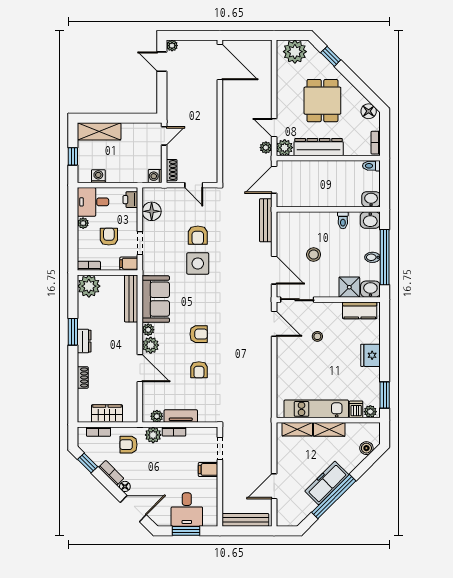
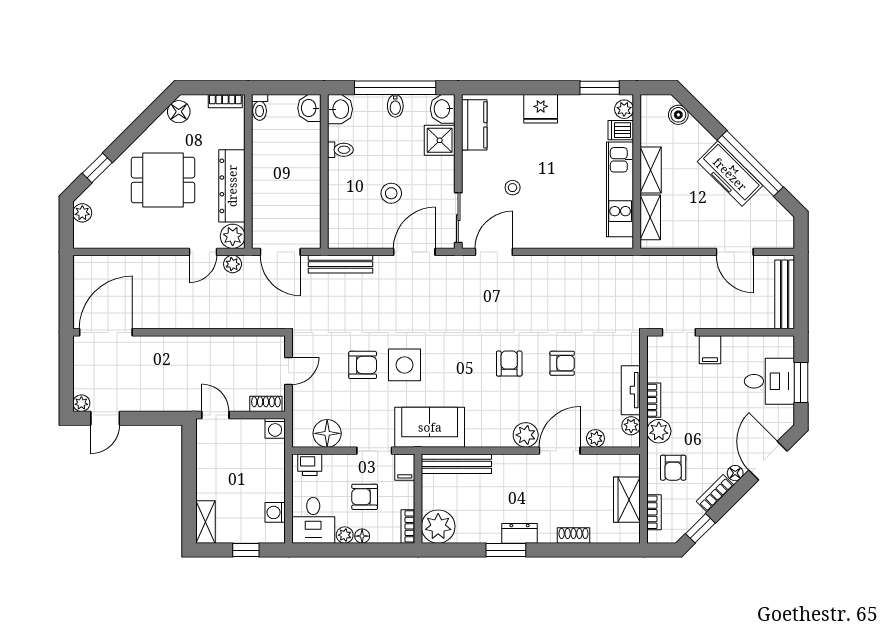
plant: (295, 52) -> (82, 213), width x0.53, depth x0.53
shelving: (99, 131) -> (205, 522), width x0.67, depth x0.75
floor lamp: (82, 235) -> (362, 536), added
sofa: (156, 299) -> (430, 427), moved
plant: (148, 330) -> (595, 438), moved

